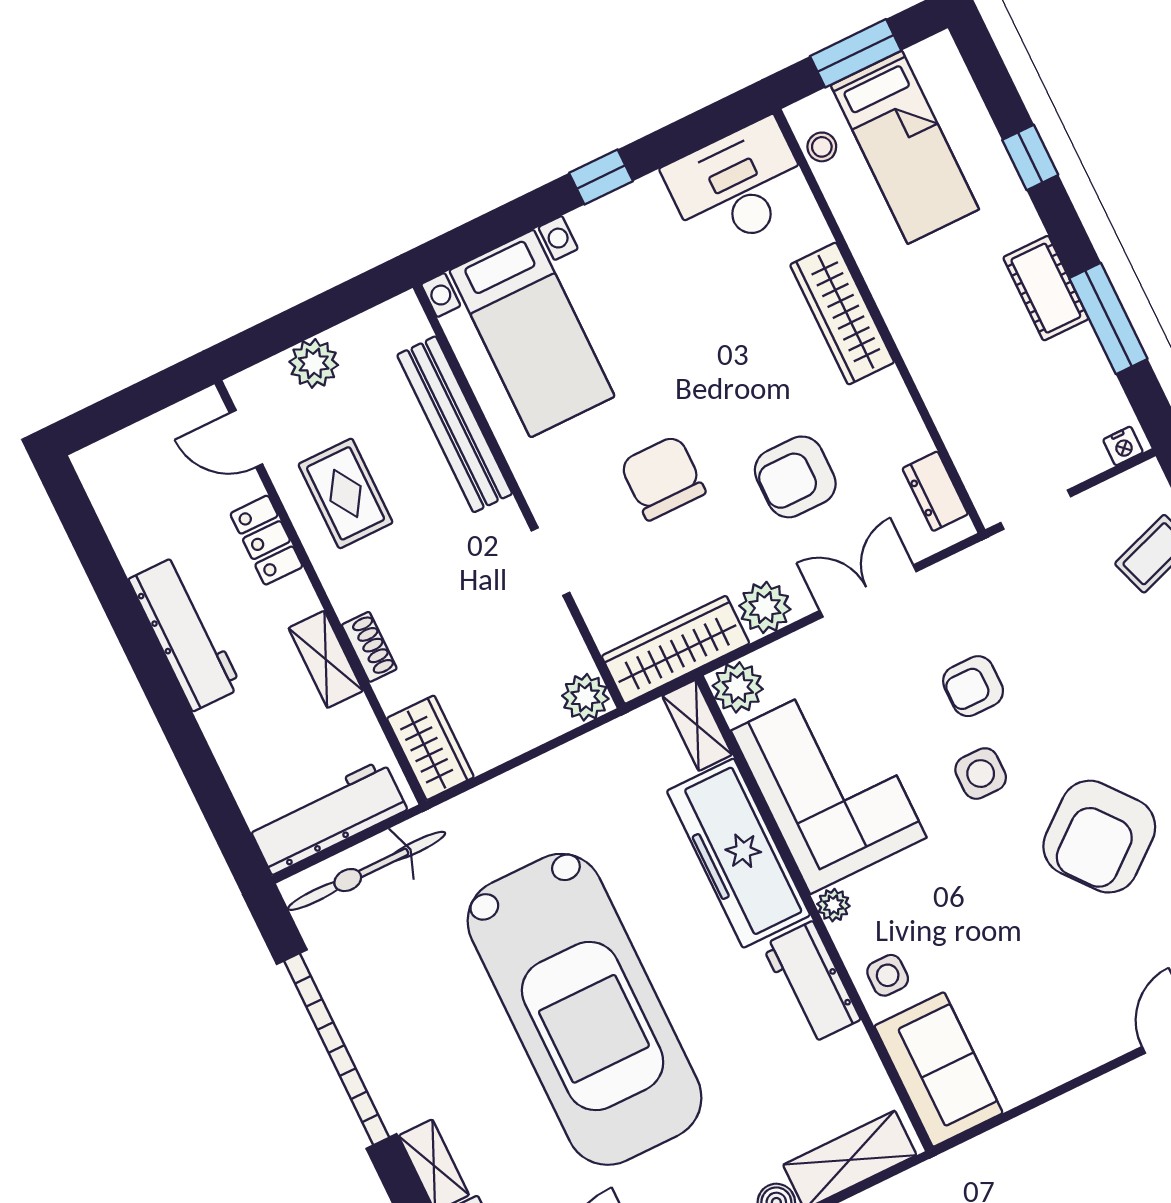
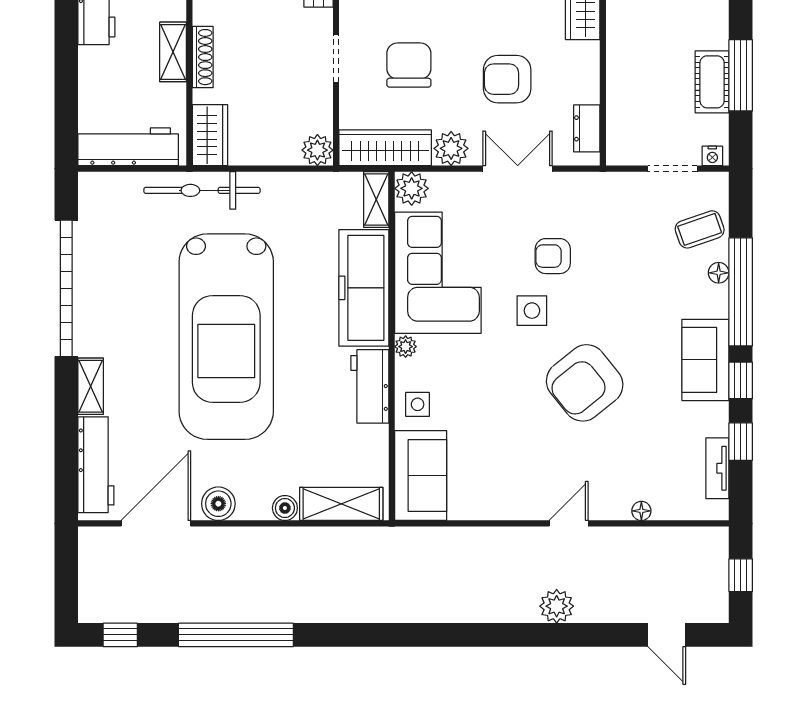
cot: (1046, 288) -> (712, 82), moved
chair: (663, 478) -> (409, 65), moved
doorway: (1036, 510) -> (672, 169), moved
shoe rack: (369, 647) -> (203, 57), width x1.43
bicycle: (367, 871) -> (202, 190), moved

